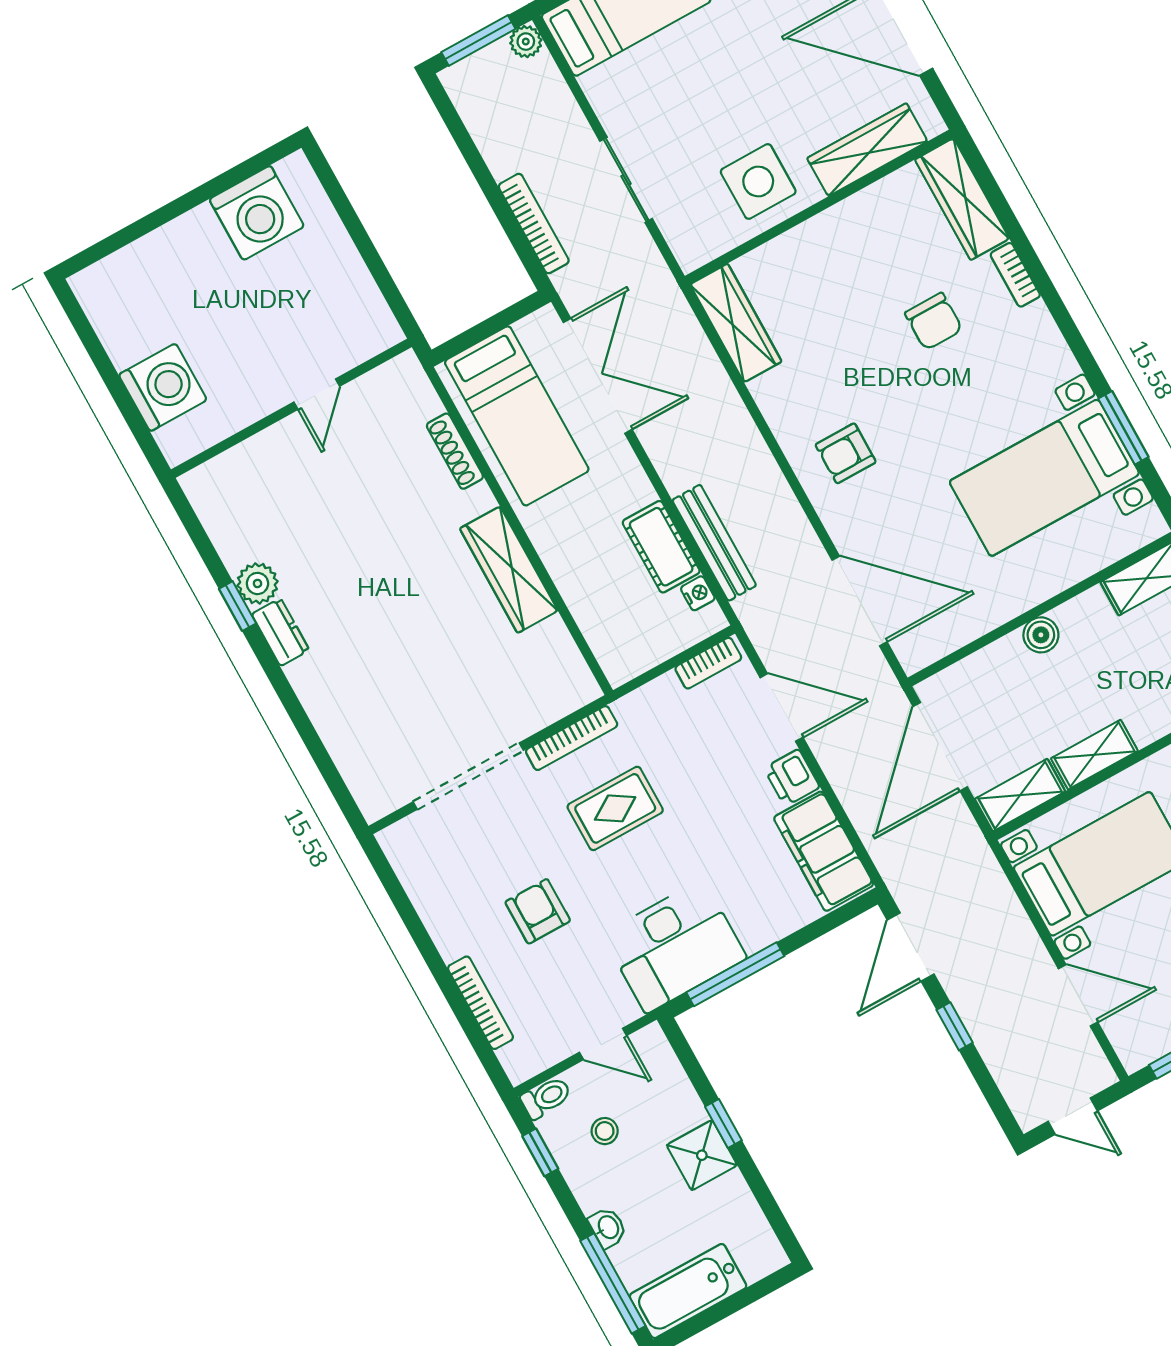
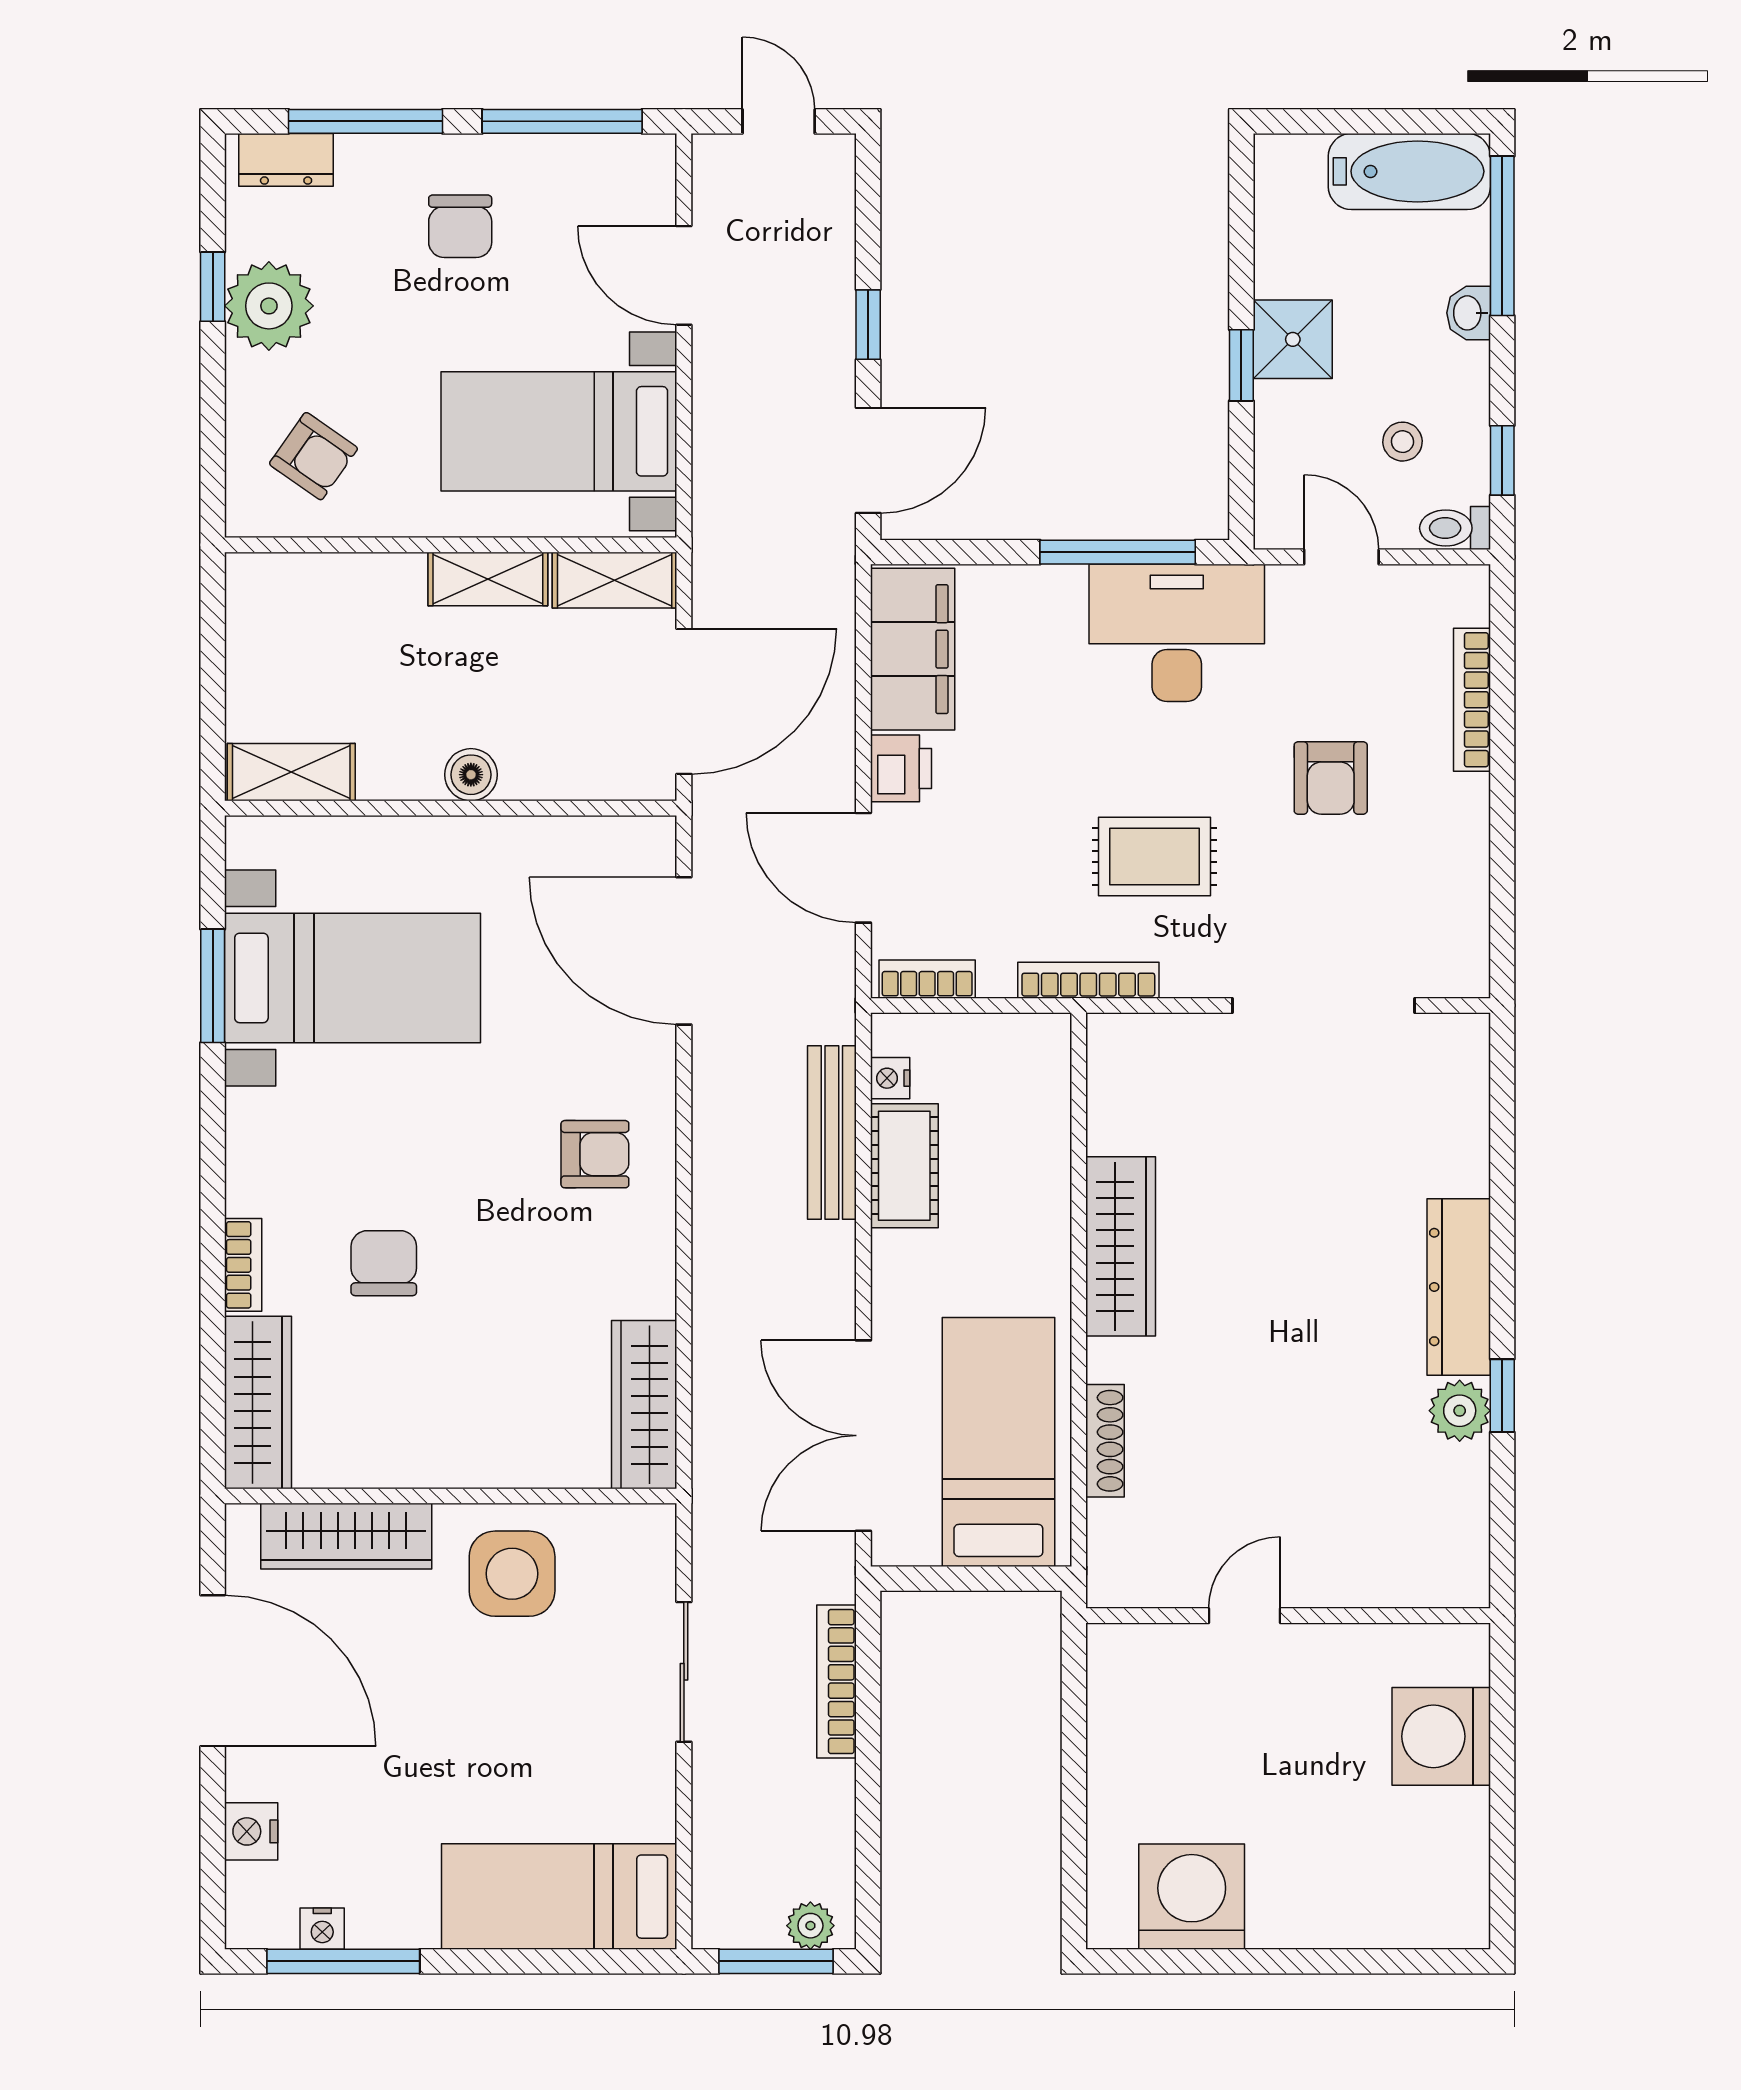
plant: (526, 42) -> (810, 1926), moved
dresser: (280, 632) -> (1459, 1287), width x1.96, depth x1.24
bookcase: (572, 738) -> (1088, 980), moved

